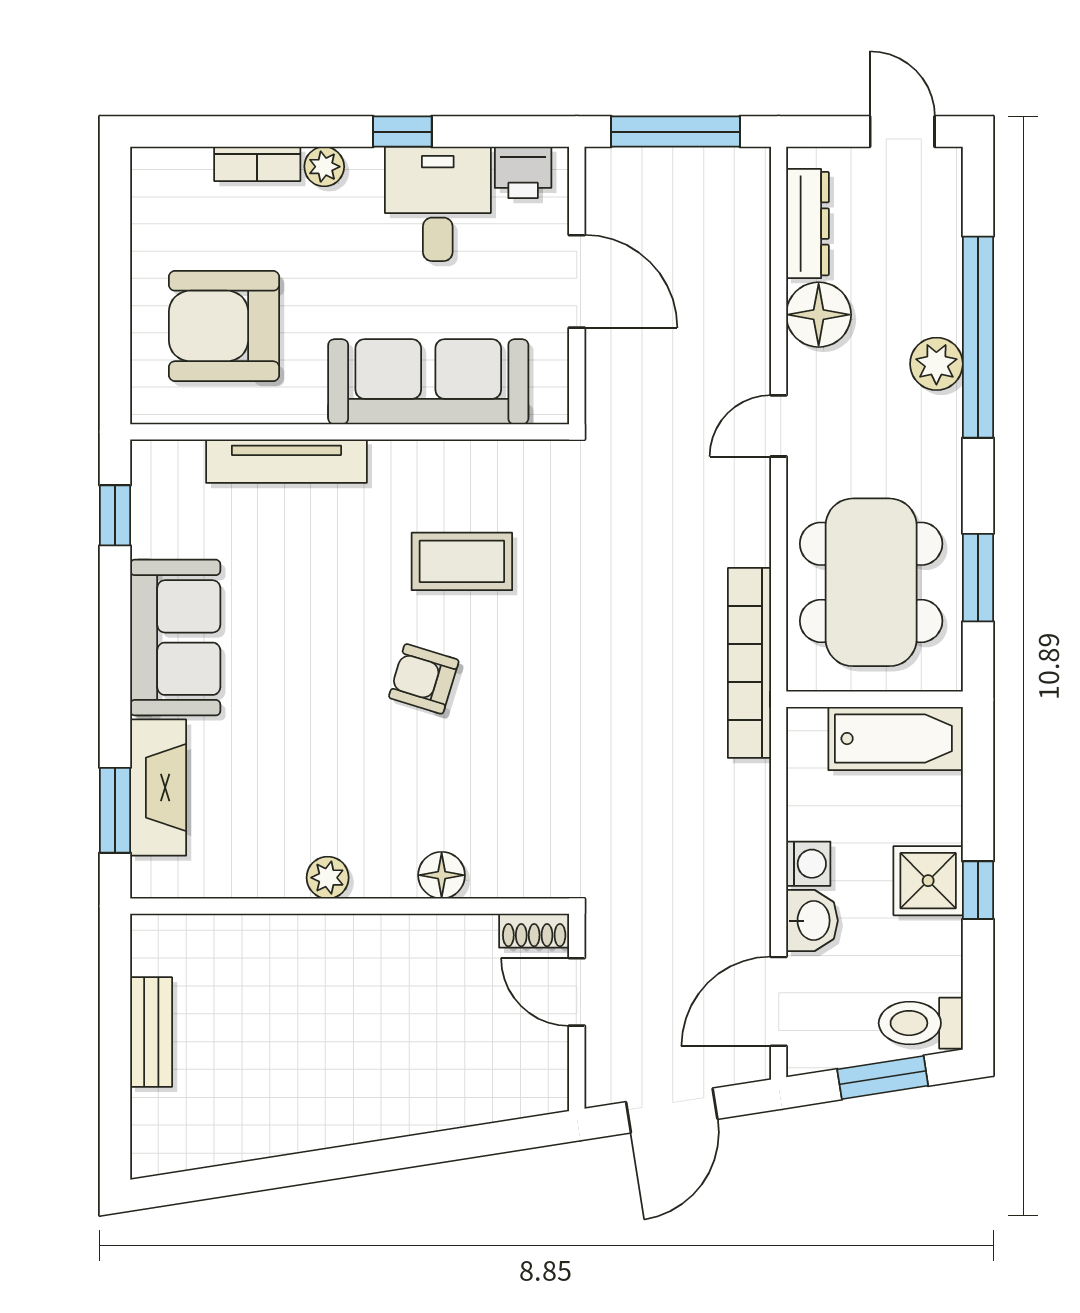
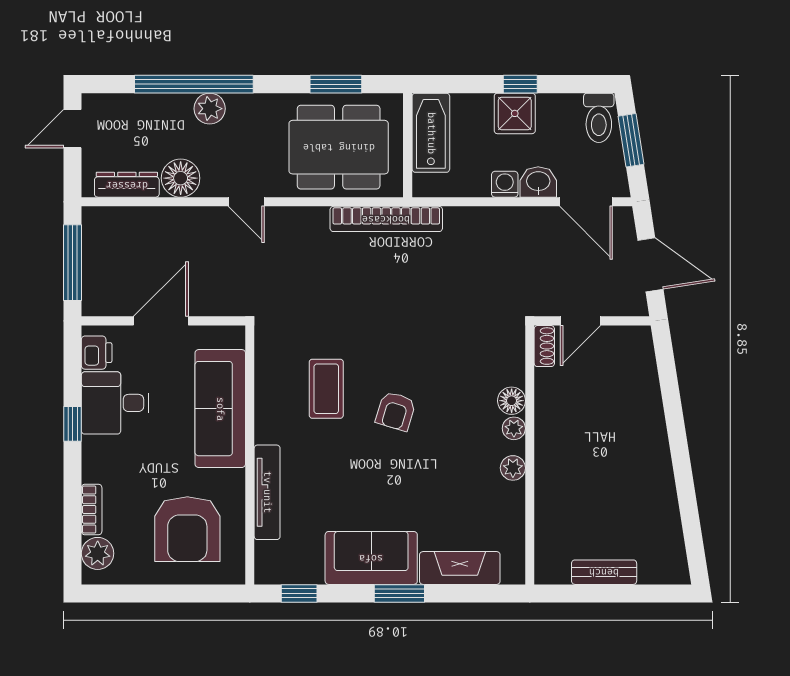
plant: (324, 167) -> (98, 553), moved, width x1.38, depth x1.38
window: (115, 810) -> (399, 593), moved
plant: (395, 879) -> (514, 428), added

